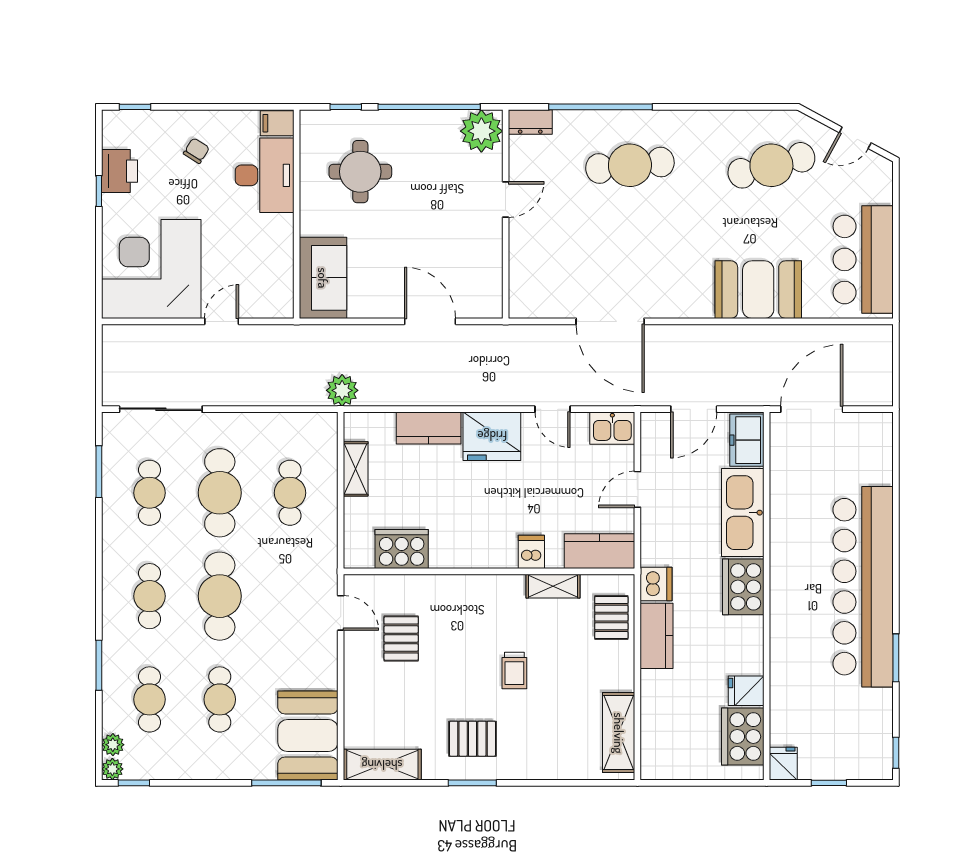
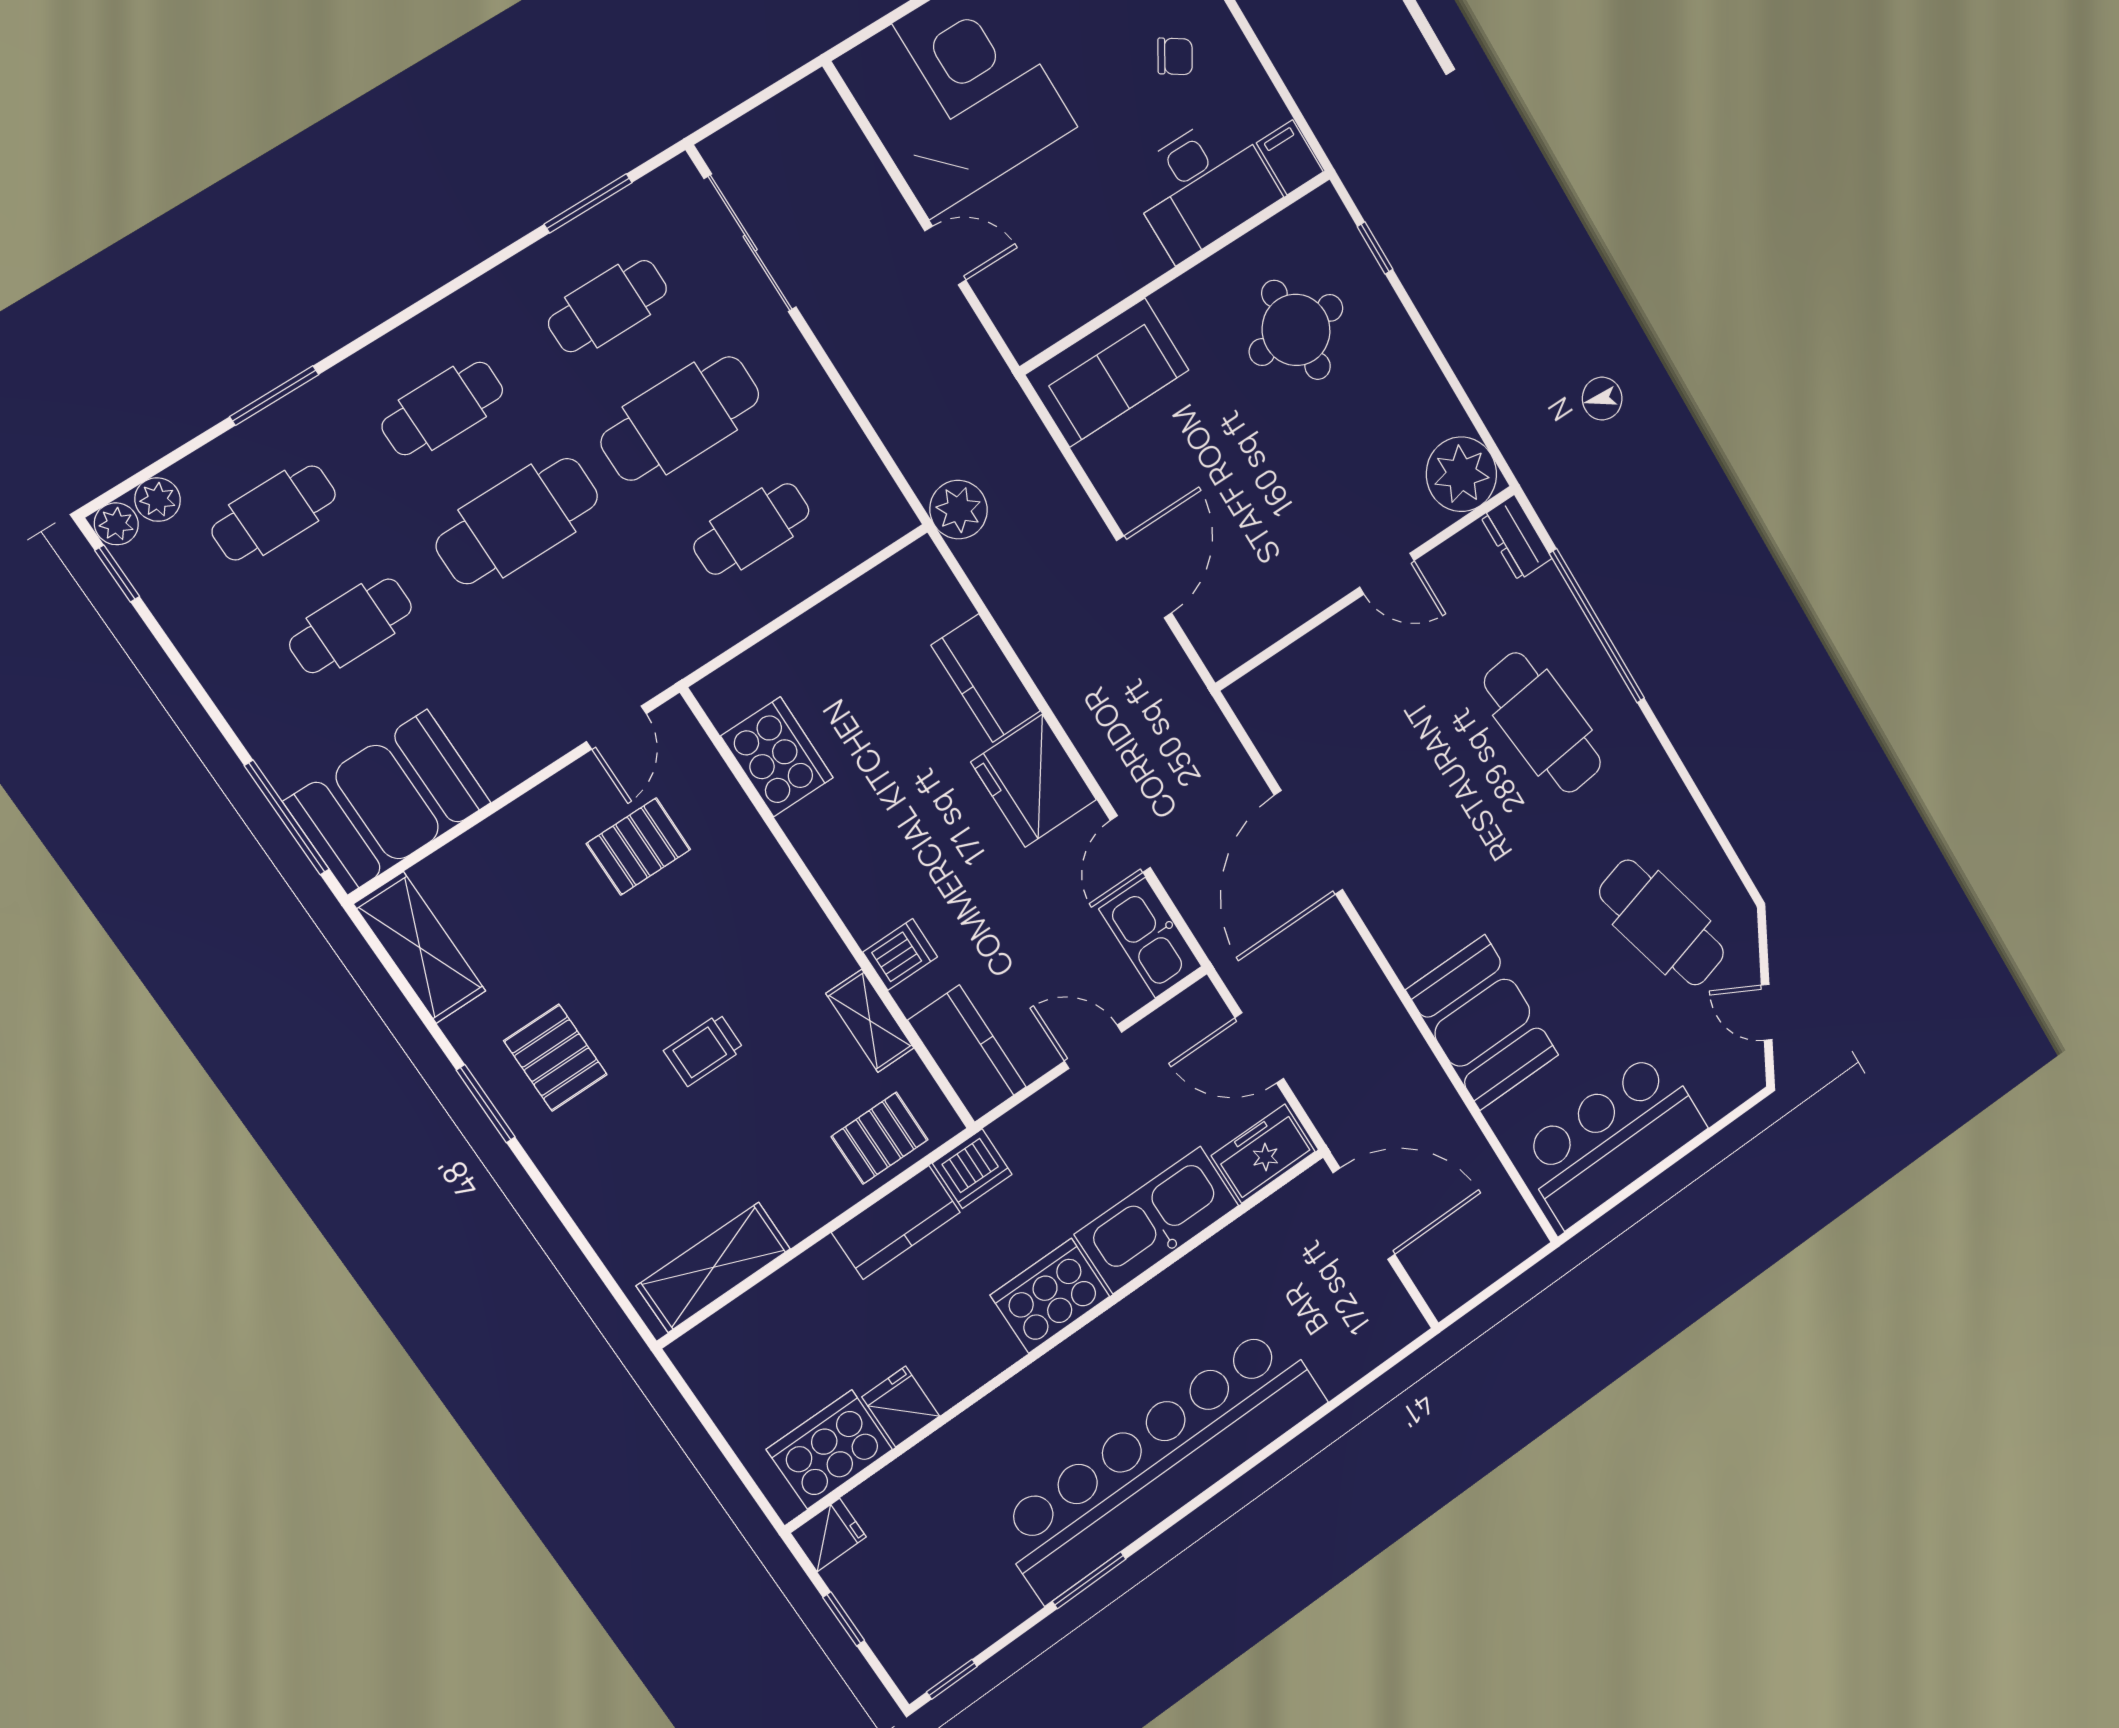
window: (429, 107) -> (1449, 374), removed
kitchen sink: (612, 428) -> (1150, 938), width x1.38
shelving: (356, 469) -> (853, 607), removed

